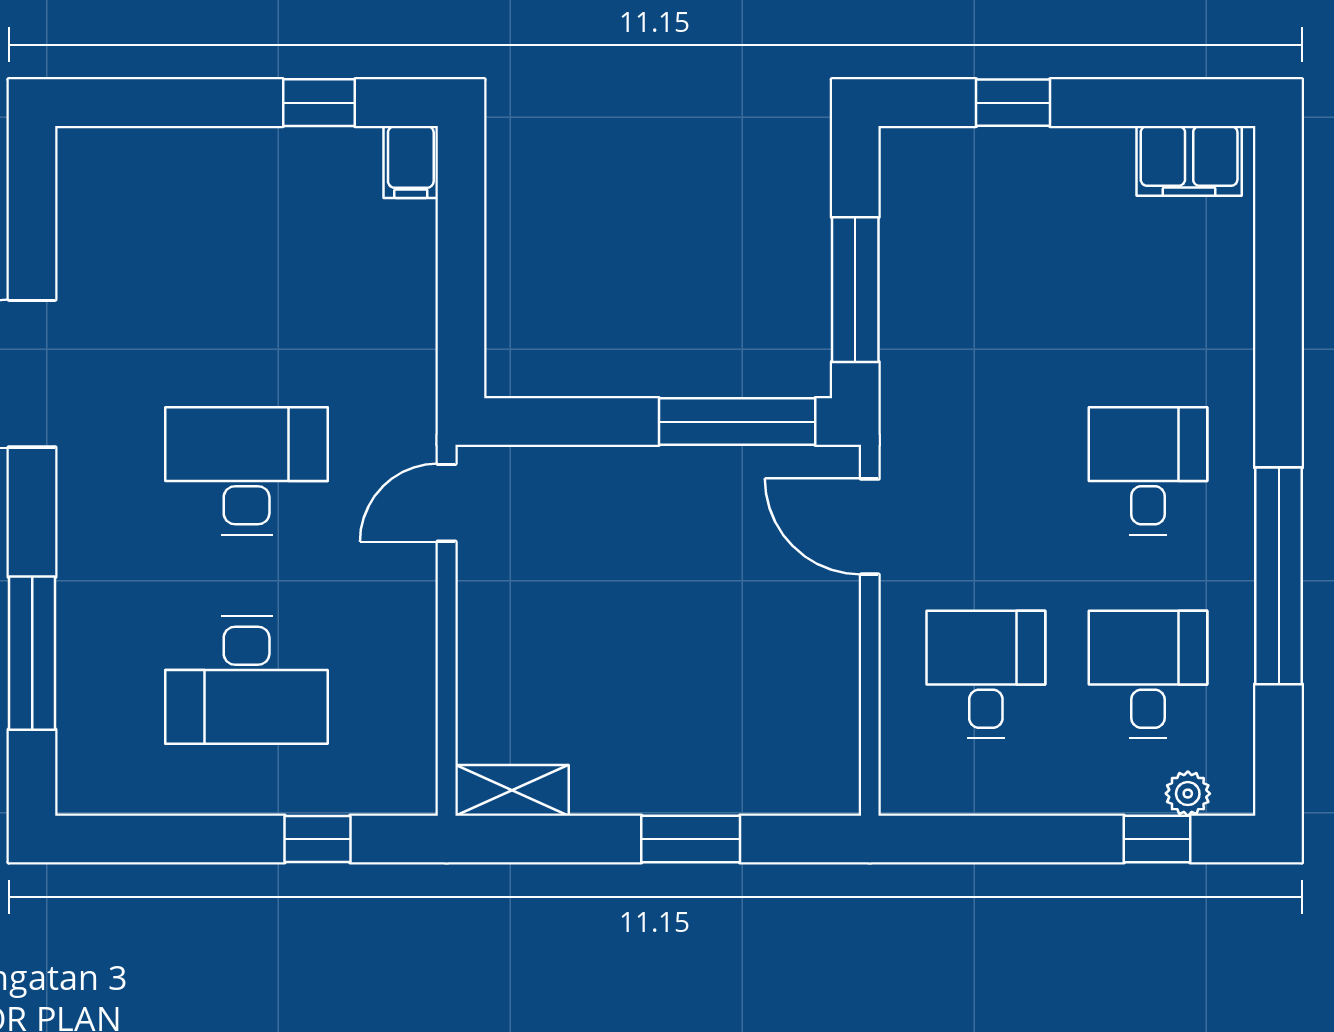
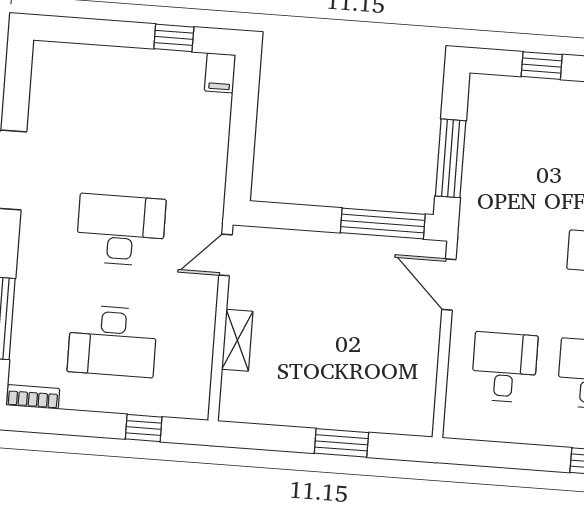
shelving: (512, 790) -> (237, 340), moved, turned 90
bookcase: (105, 796) -> (33, 397), added

